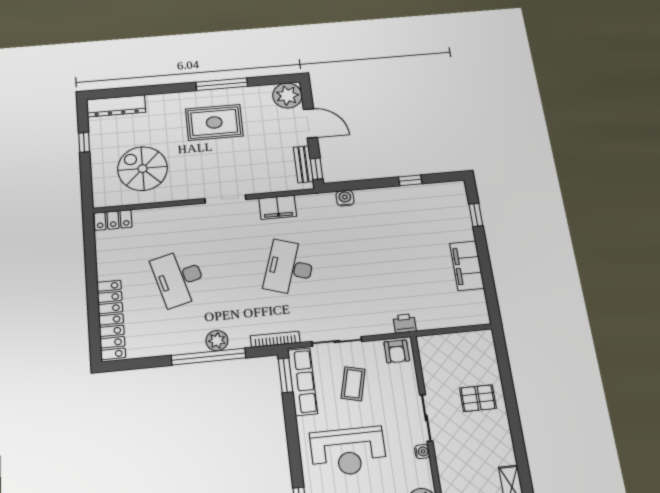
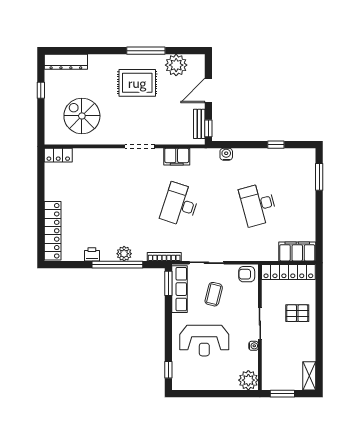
plant: (287, 96) -> (176, 65), moved
door: (310, 123) -> (208, 90), swing flipped
window: (476, 215) -> (319, 177), width x1.50
filing cabinet: (467, 266) -> (297, 252), moved, turned 90
desk: (179, 278) -> (258, 205), moved
printer: (405, 323) -> (92, 254), moved
locker: (455, 343) -> (288, 272), added
armchair: (397, 351) -> (247, 274), turned 90

